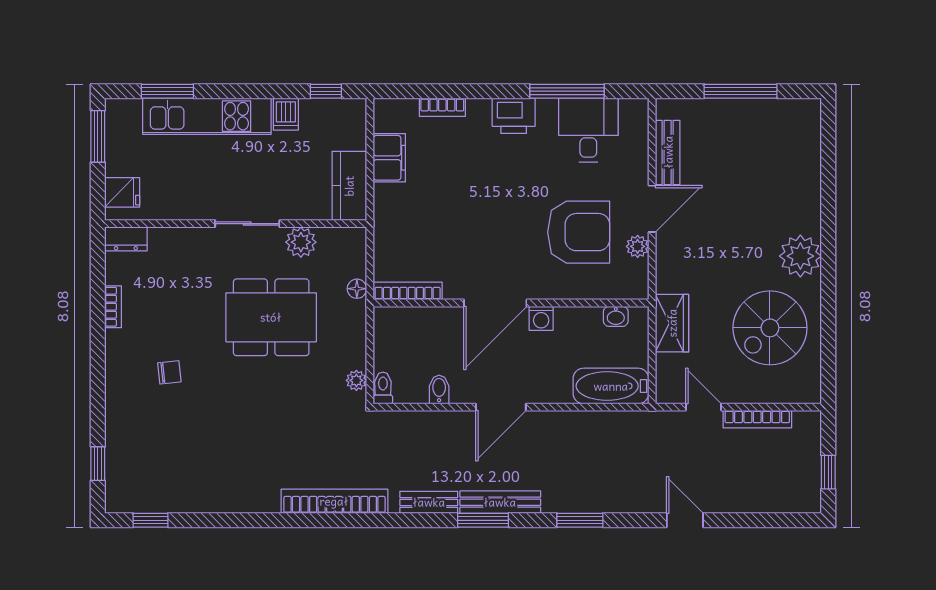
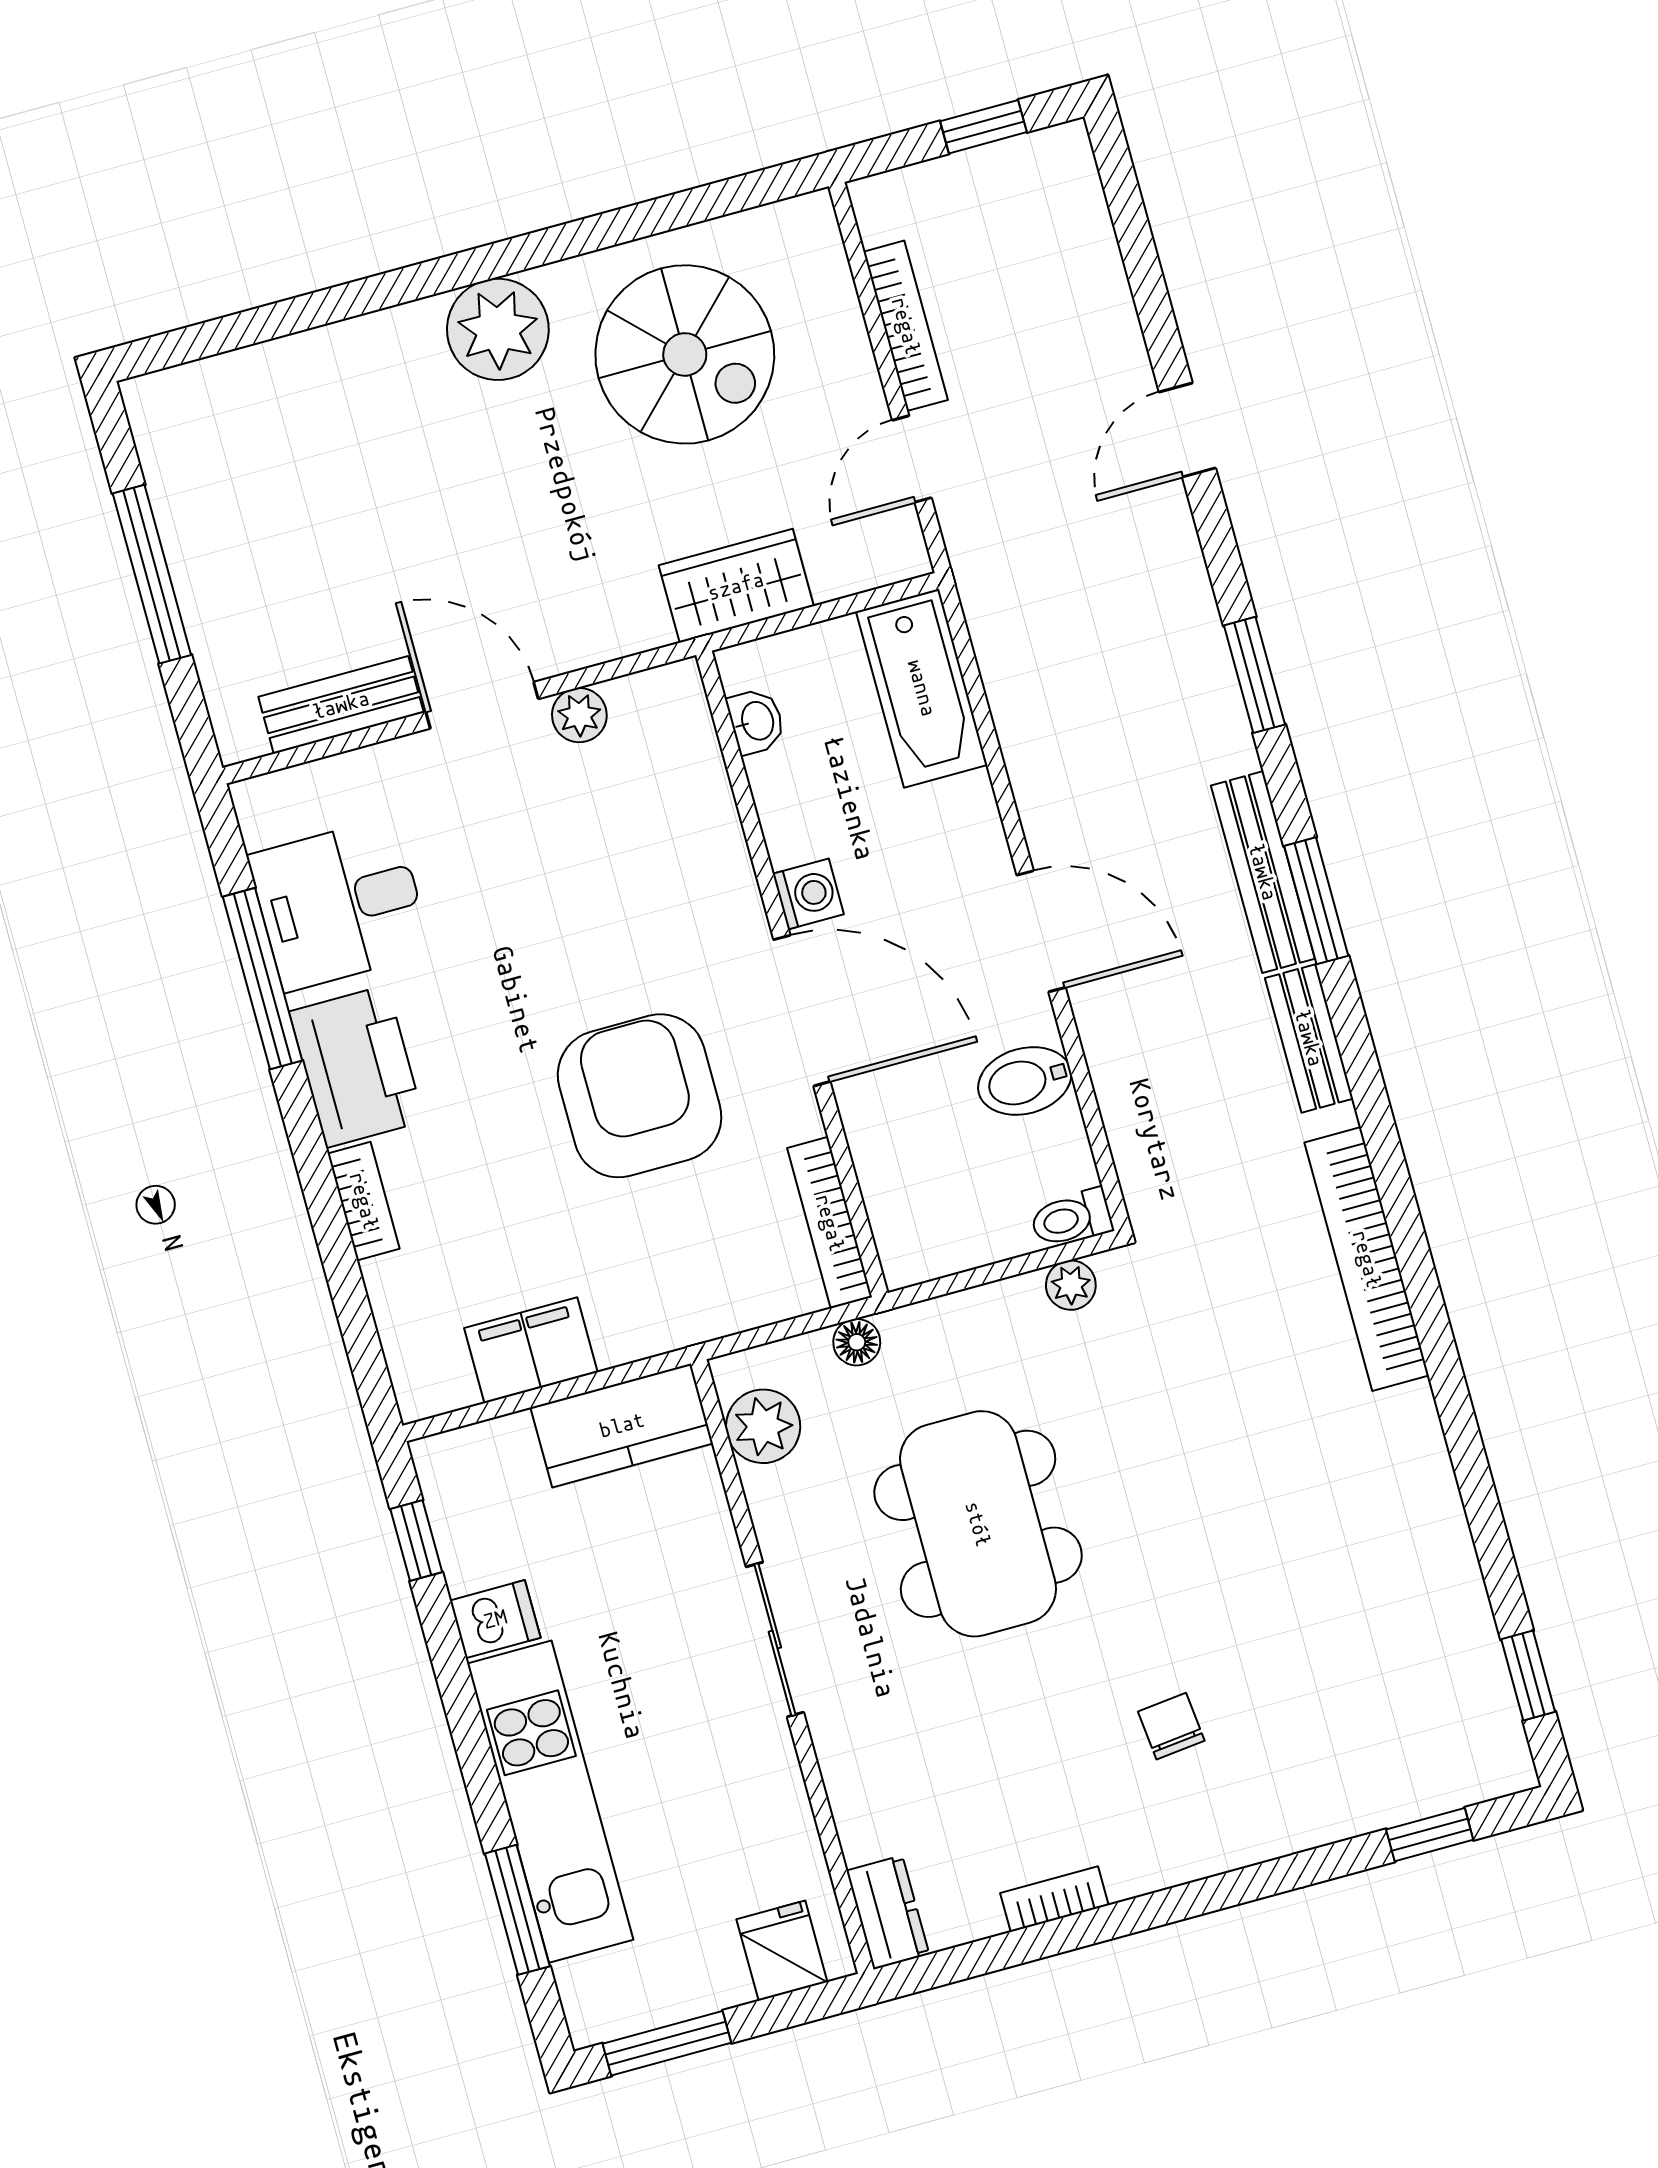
bookcase: (442, 107) -> (364, 1201), moved
printer: (514, 116) -> (357, 1066), width x1.37, depth x1.19
armchair: (579, 232) -> (640, 1096), moved
plant: (301, 242) -> (763, 1426), moved
bidet: (439, 389) -> (1025, 1081), width x1.38, depth x1.36

